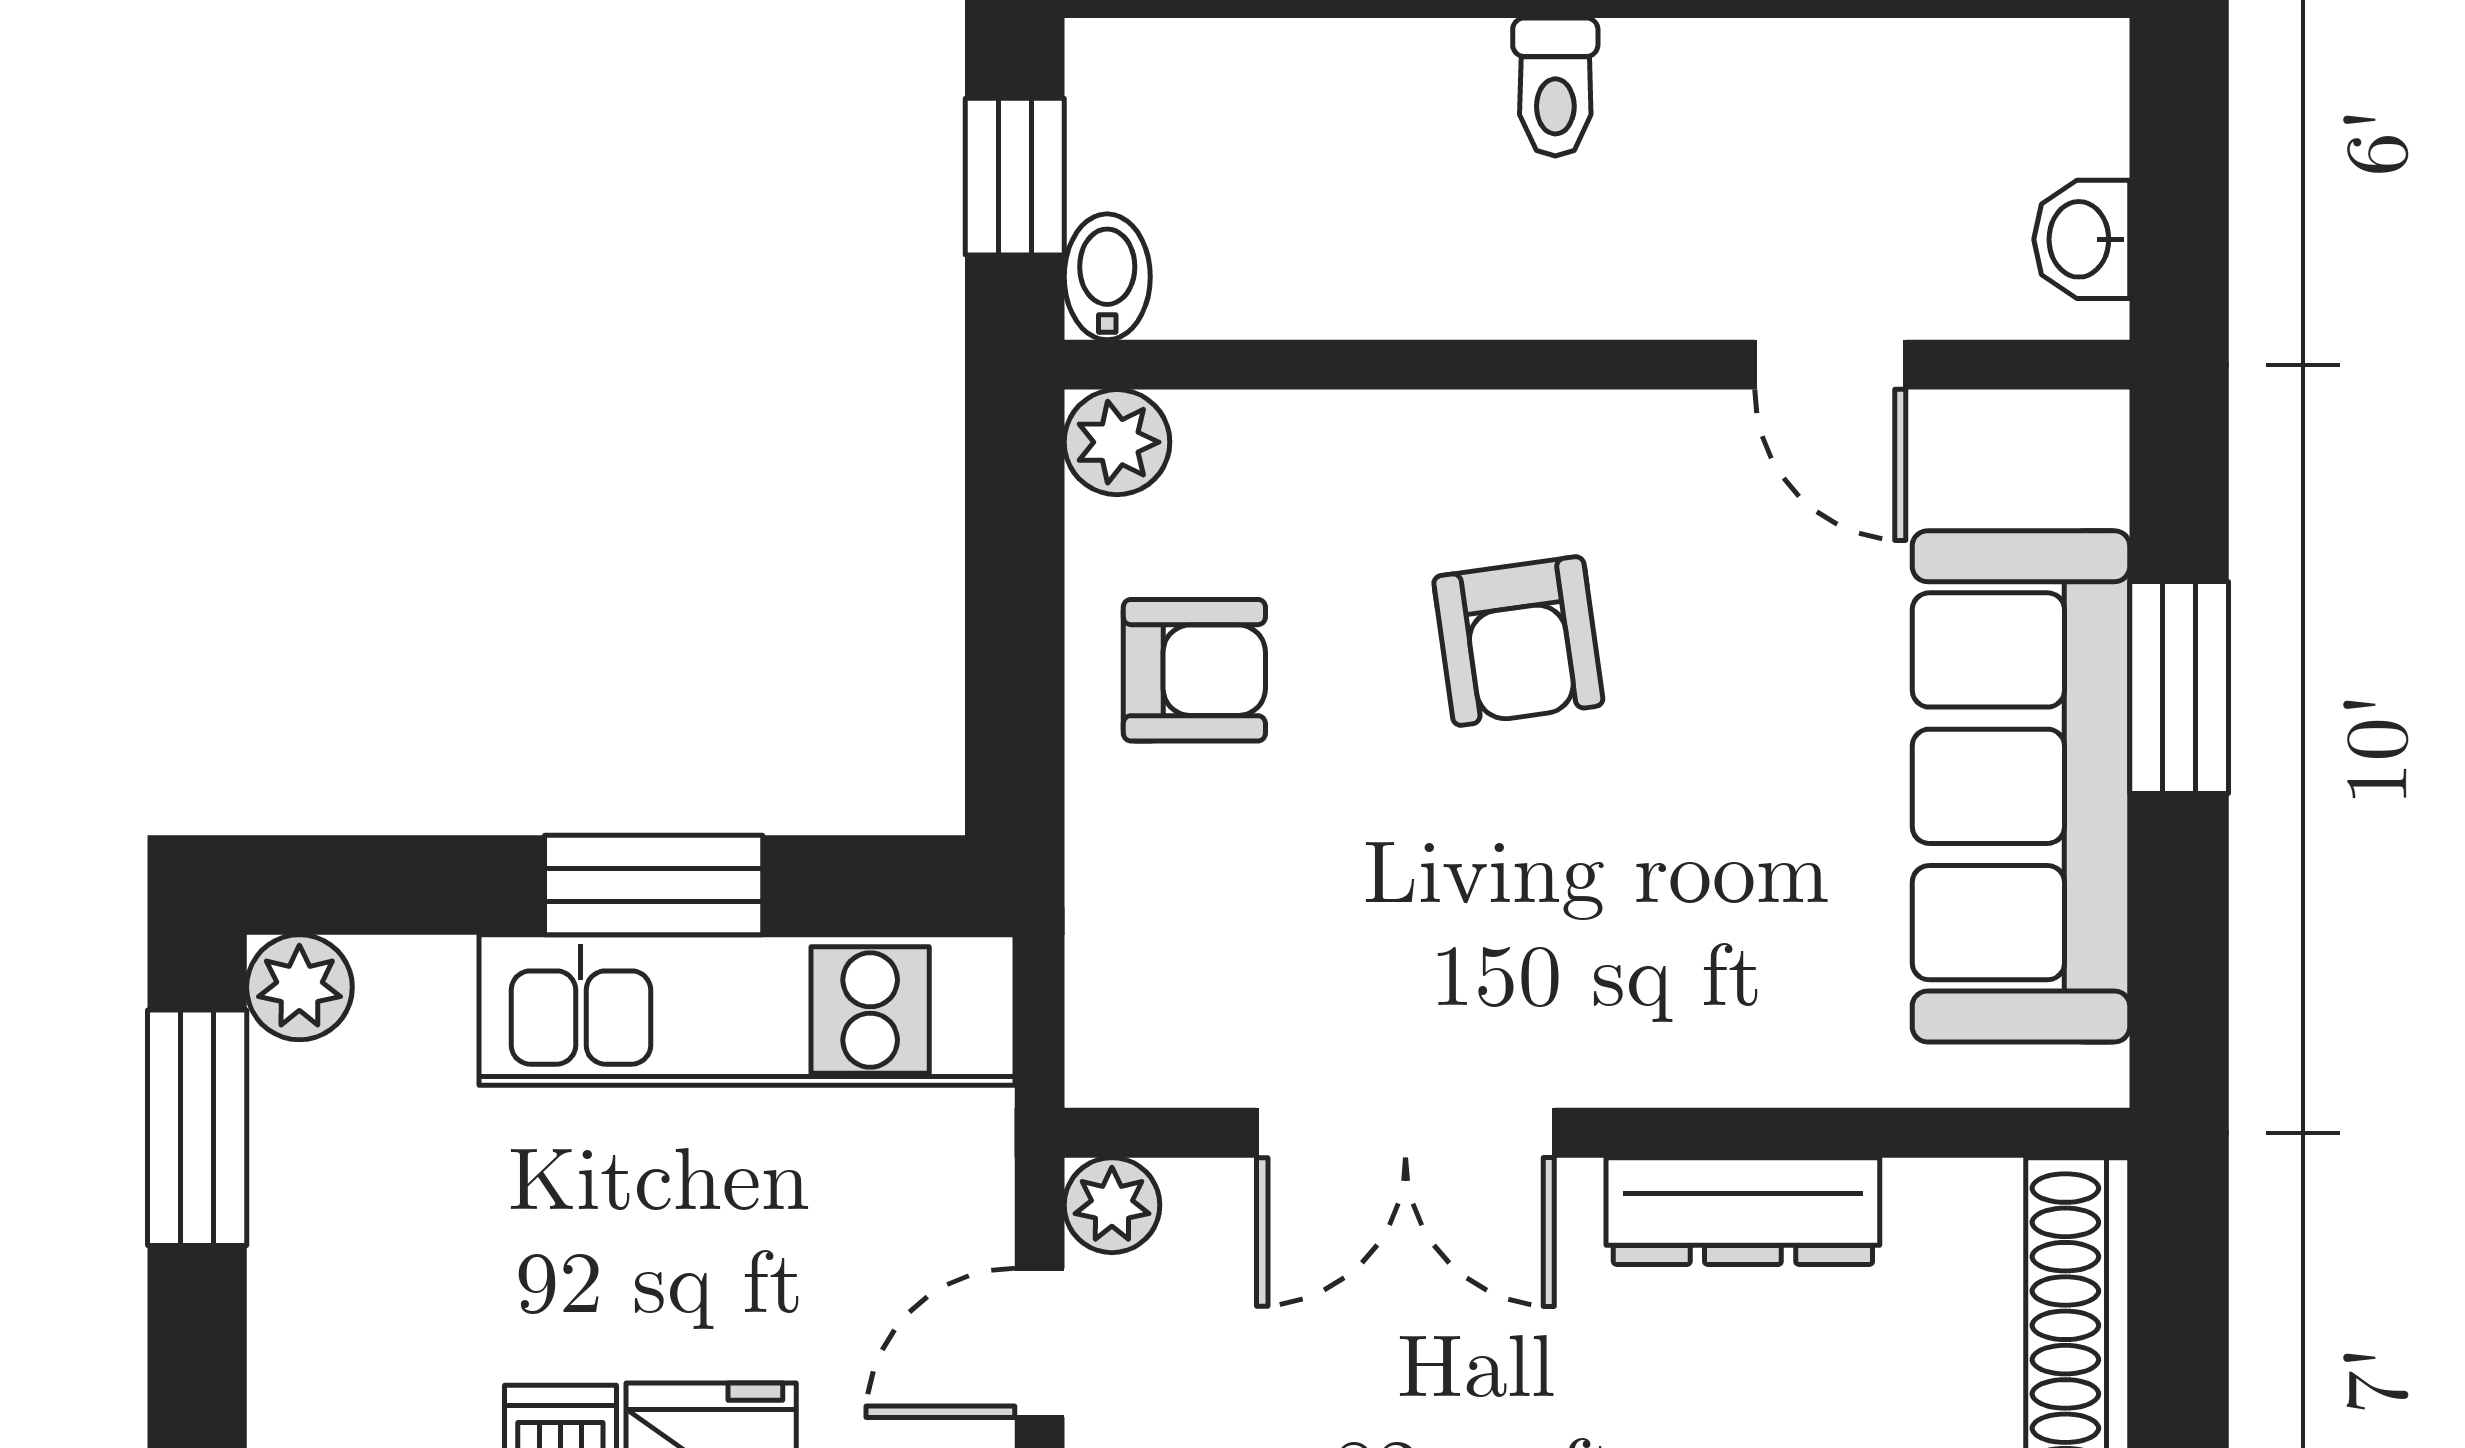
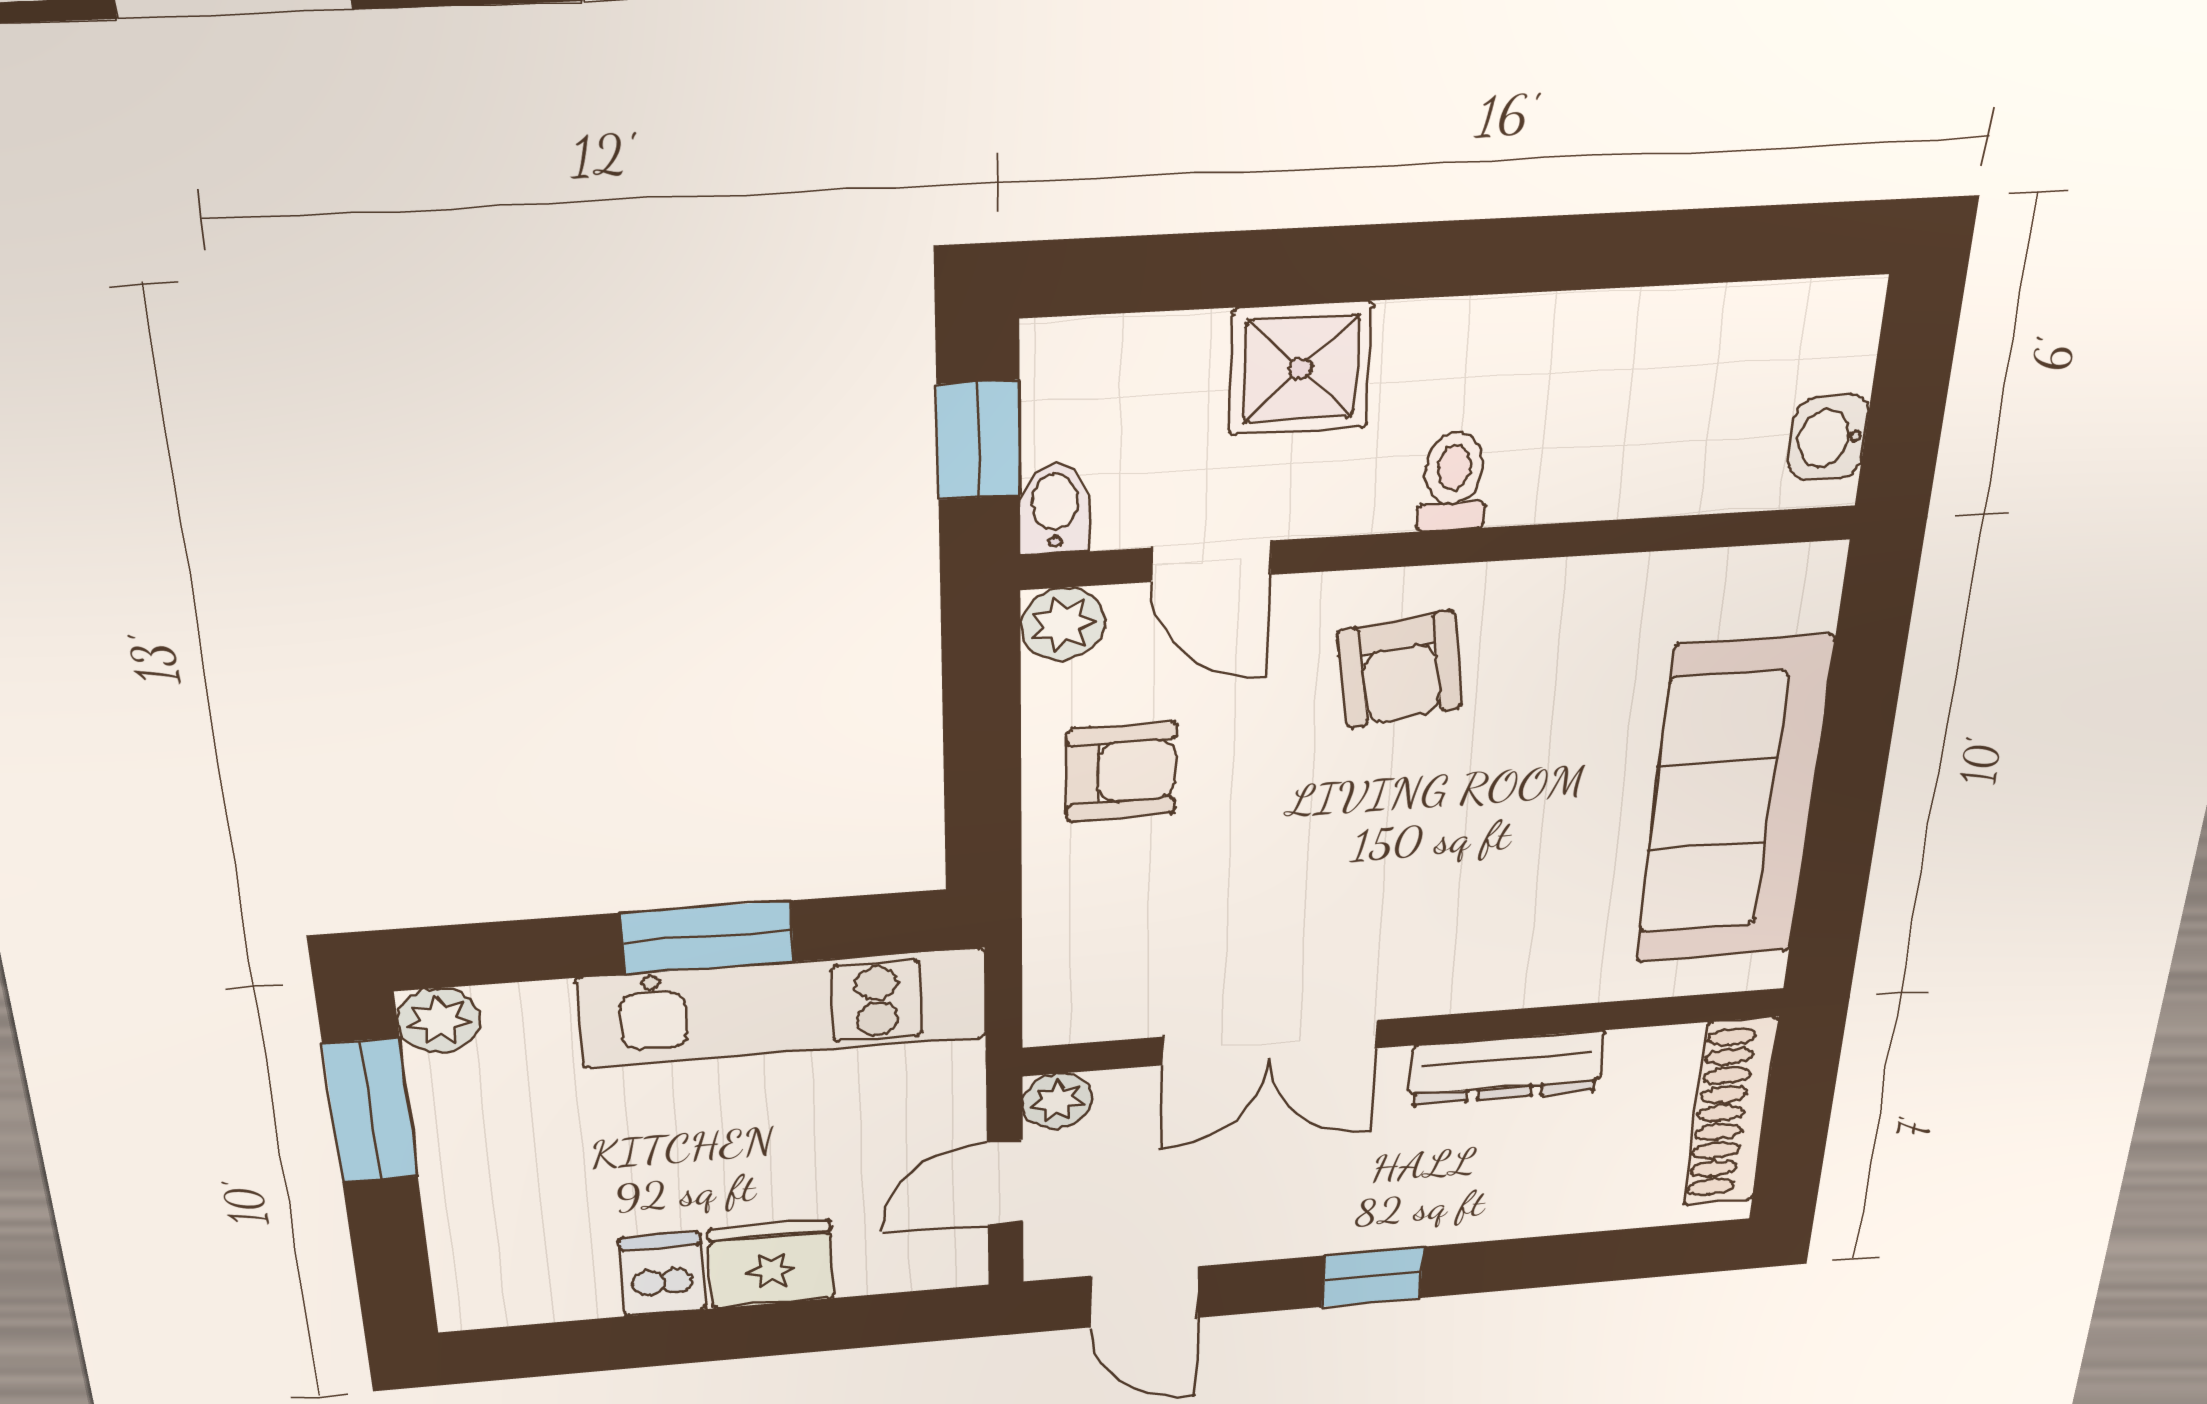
toilet: (1555, 87) -> (1453, 481), moved, turned 180
shower: (1405, 103) -> (1301, 368), added
door: (1830, 365) -> (1211, 561), moved
armchair: (1518, 641) -> (1400, 669), moved
window: (2179, 687) -> (1857, 732), removed

